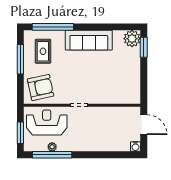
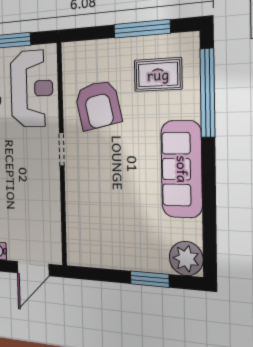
window: (144, 47) -> (150, 279), moved
armchair: (41, 88) -> (98, 105), moved

